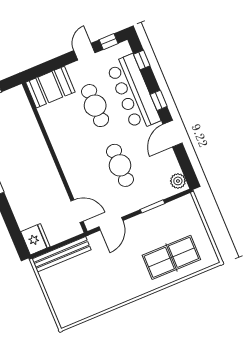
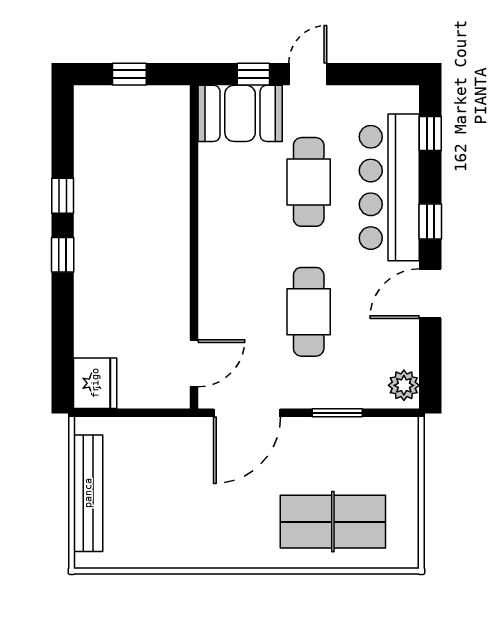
window: (109, 42) -> (253, 74), moved
door: (84, 52) -> (308, 74), moved
door: (77, 211) -> (194, 363), hinge flipped
door: (111, 224) -> (247, 413), width x1.36
bench: (62, 254) -> (88, 493), moved, turned 90

